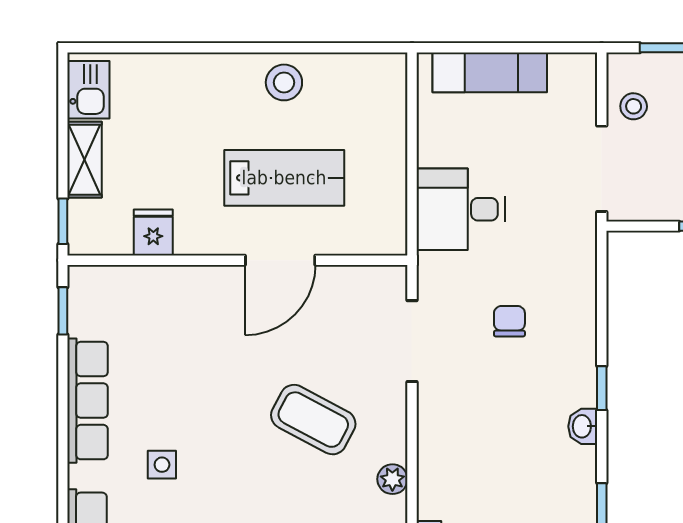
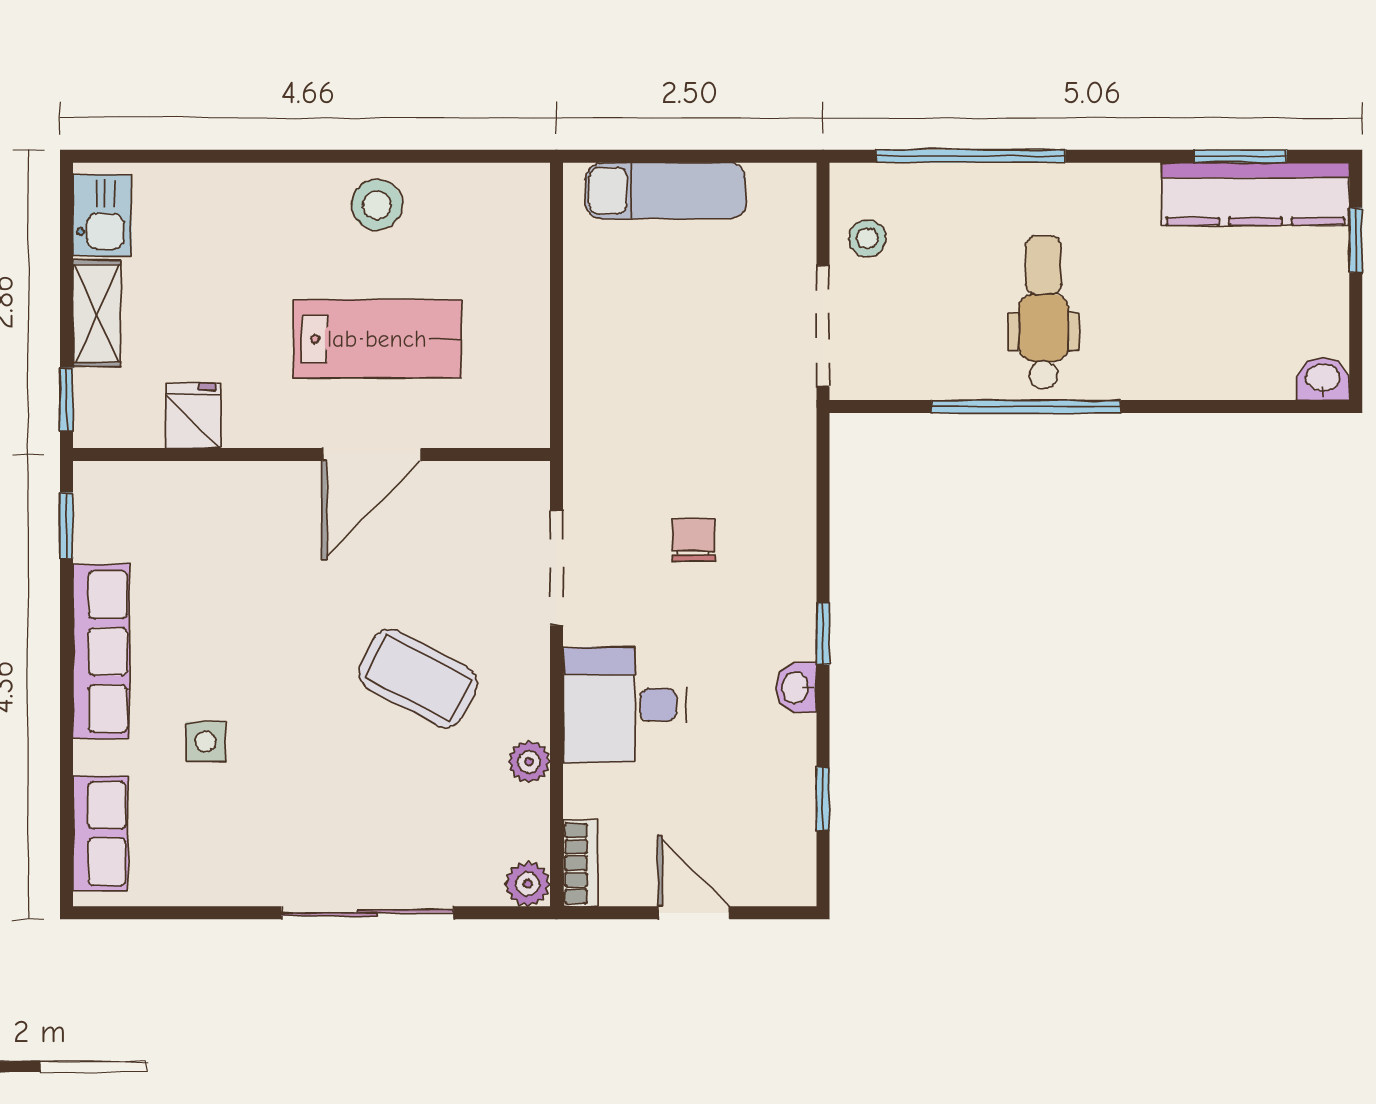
desk: (461, 209) -> (625, 705), moved

